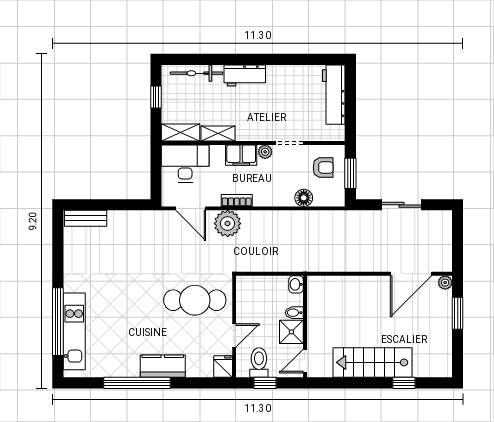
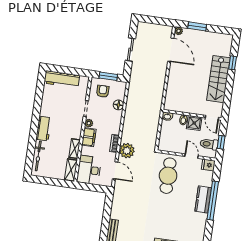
window: (156, 97) -> (49, 181), removed
door: (191, 208) -> (115, 170), hinge flipped
window: (137, 383) -> (213, 201), moved

